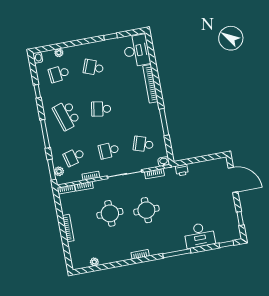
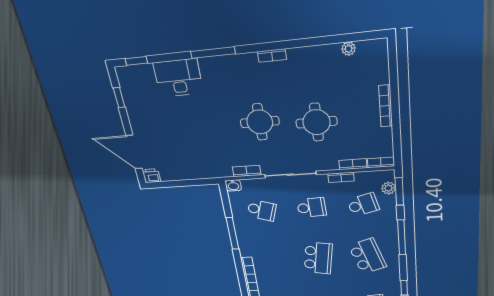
school desk: (101, 109) -> (318, 258), width x1.85
printer: (182, 170) -> (151, 176), moved

